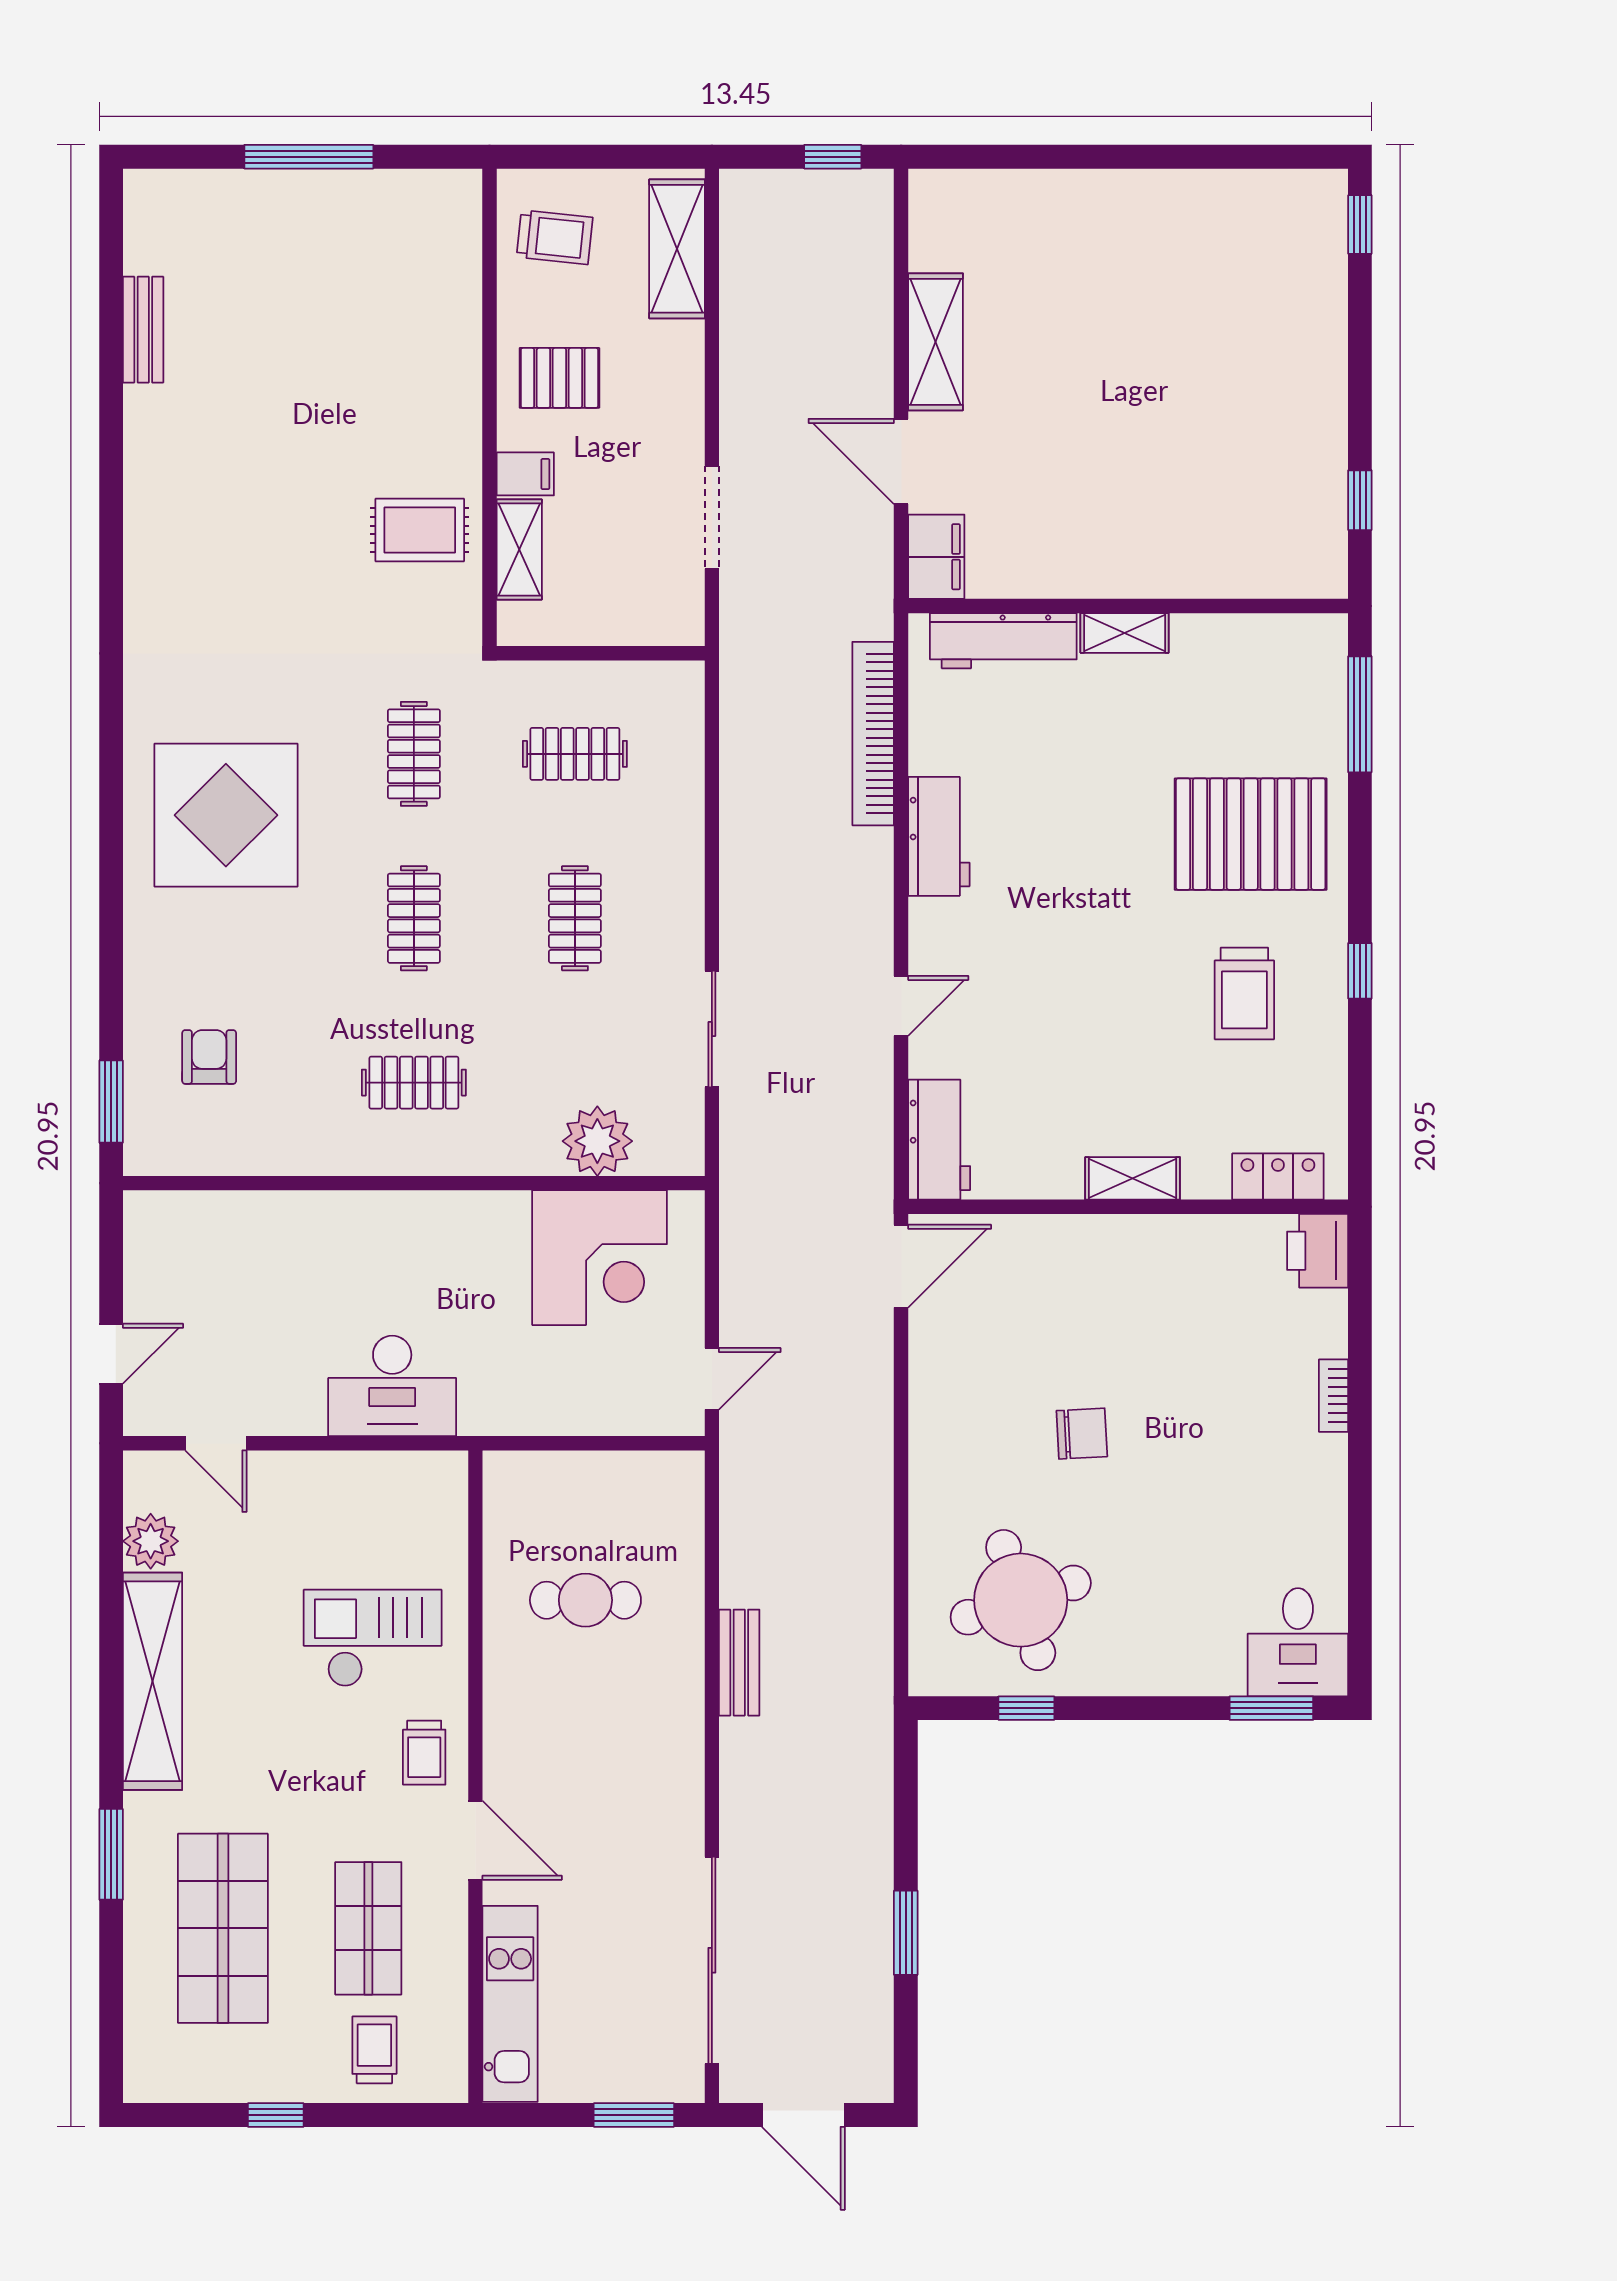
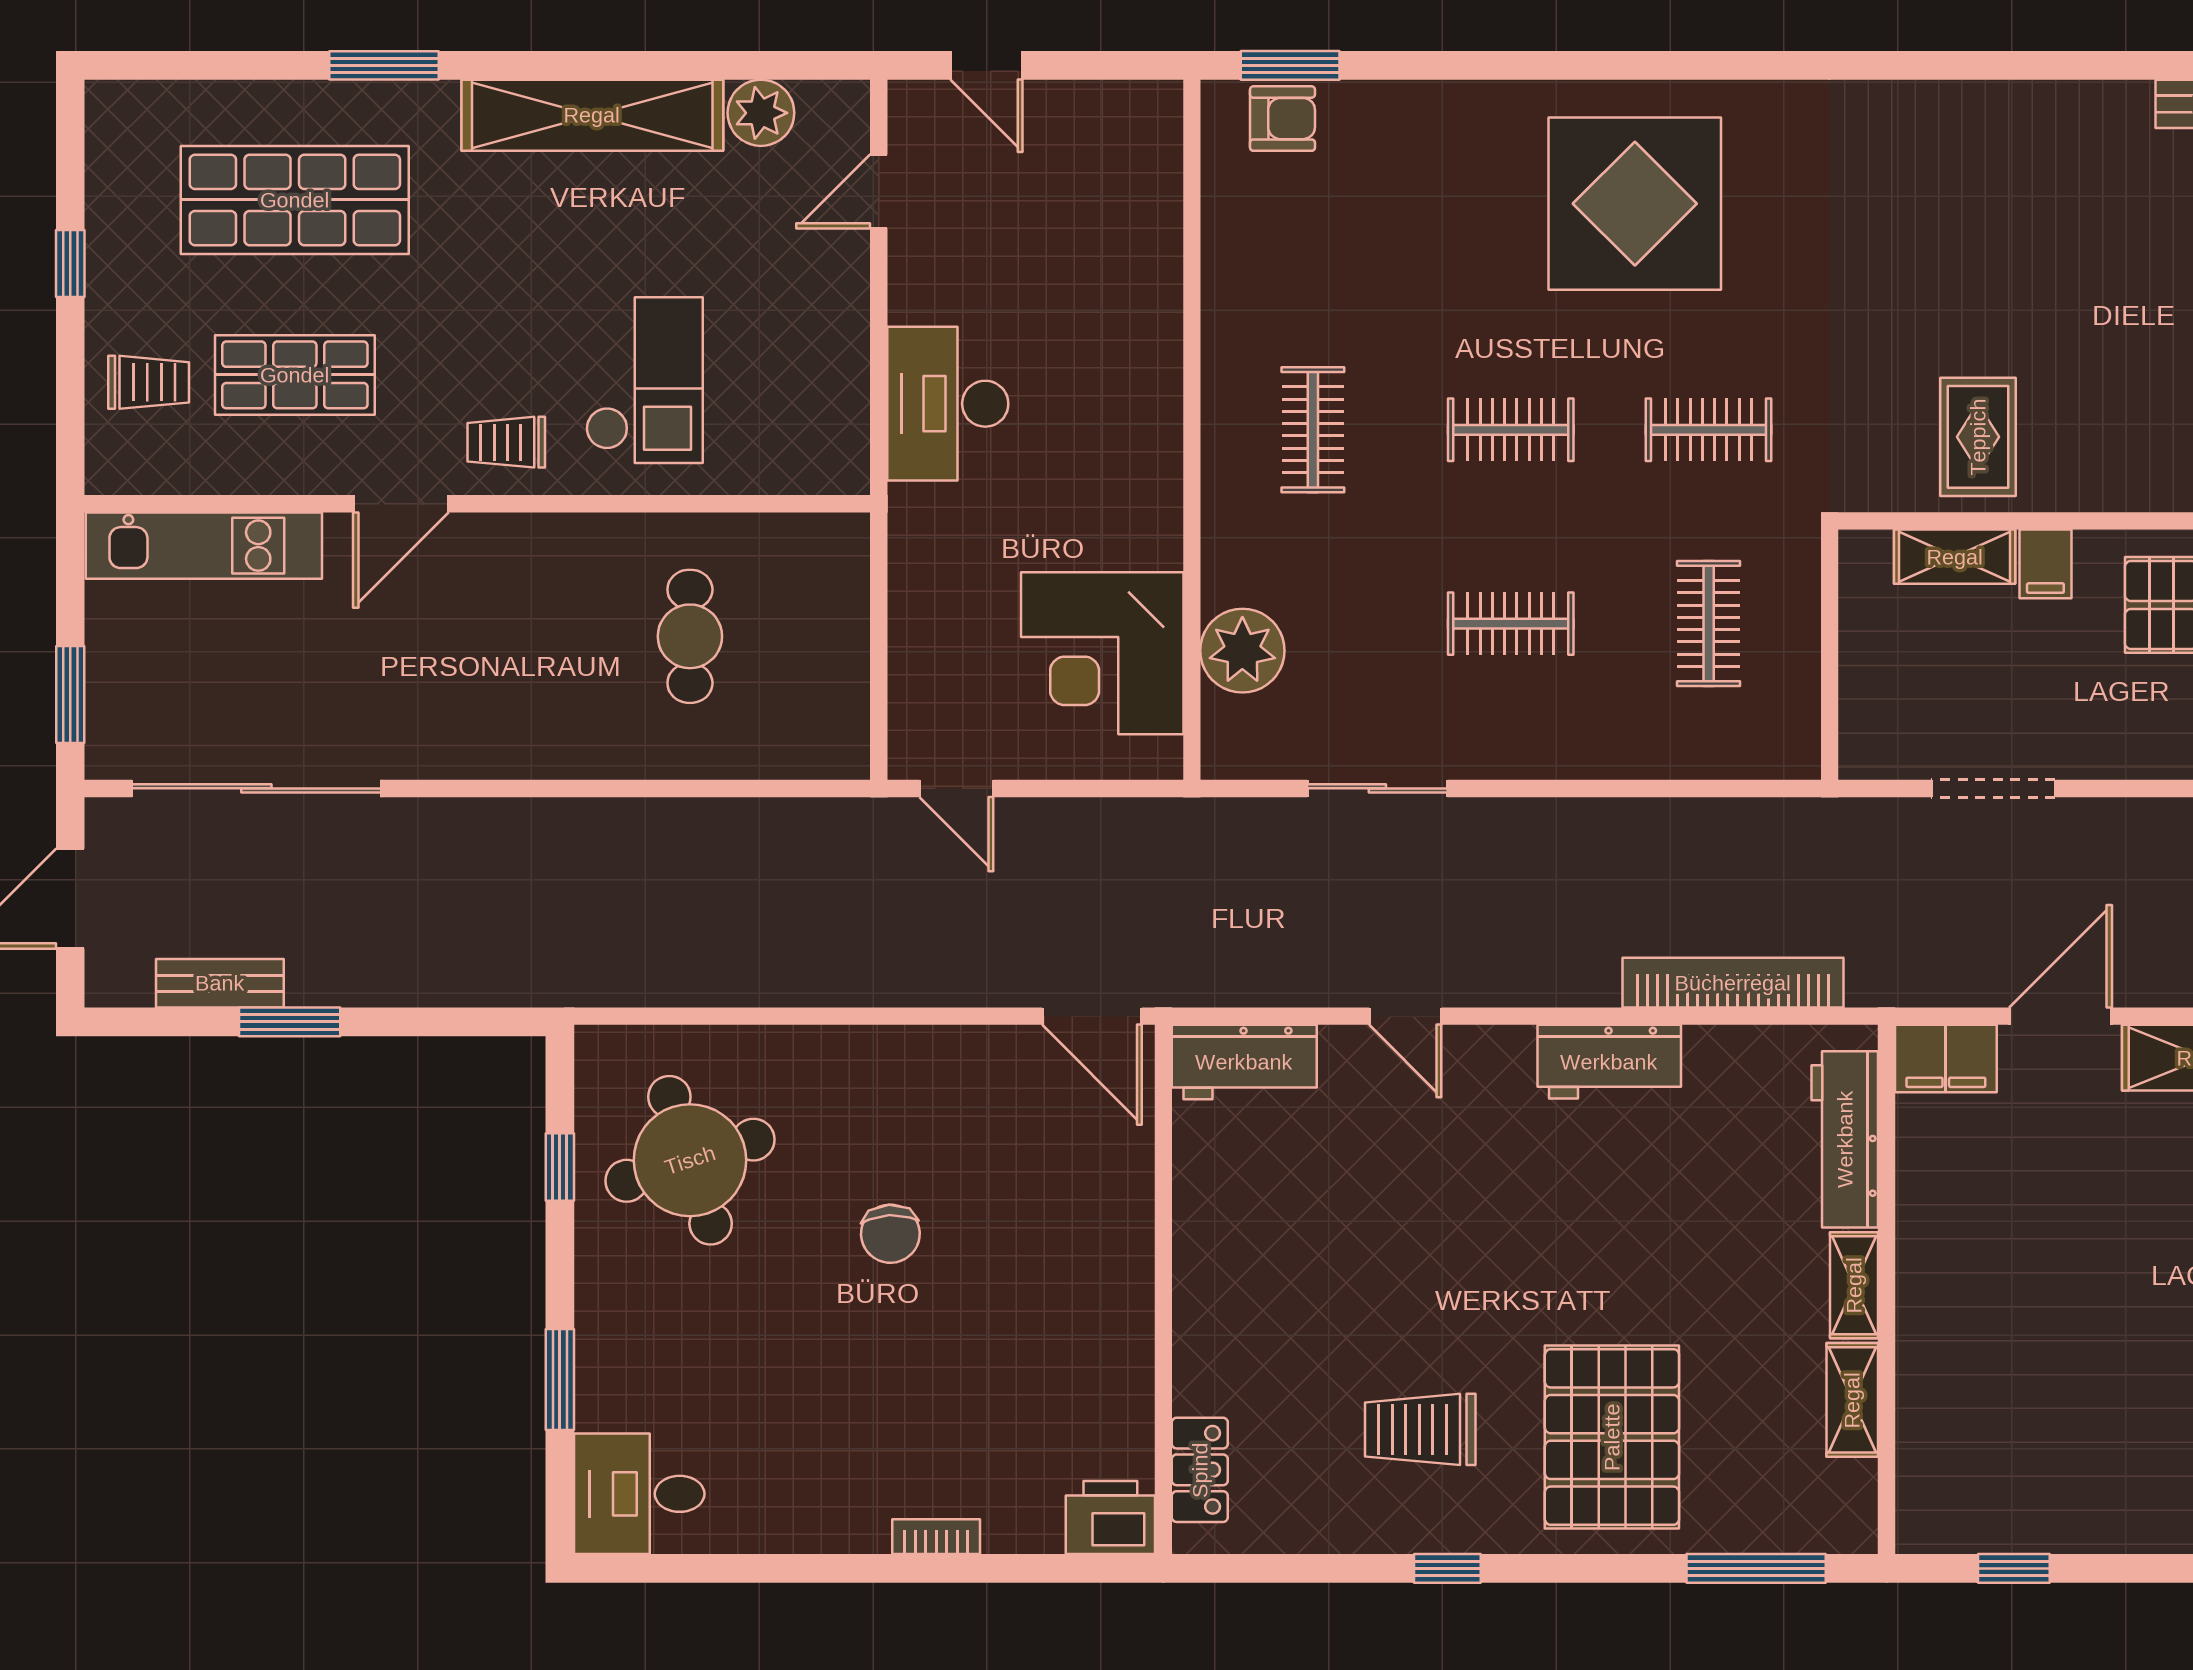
armchair: (209, 1057) -> (1283, 119), moved
shelving: (1133, 1178) -> (1852, 1400), moved
bench: (739, 1663) -> (220, 983), moved
window: (1271, 1708) -> (560, 1380), moved

